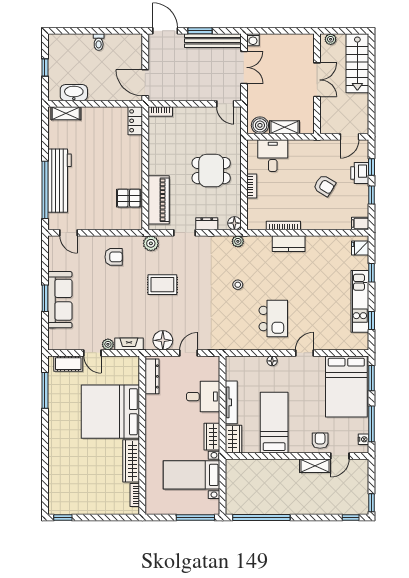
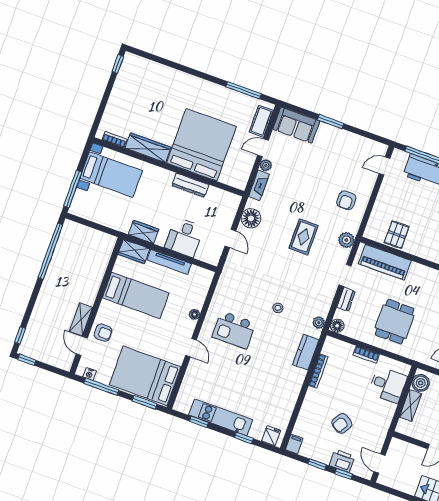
kitchen counter: (289, 244) -> (306, 352), moved
sofa: (60, 300) -> (296, 125), moved, width x0.73
dresser: (152, 376) -> (190, 185), moved
bed with nightstands: (192, 475) -> (111, 175), moved, turned 90

